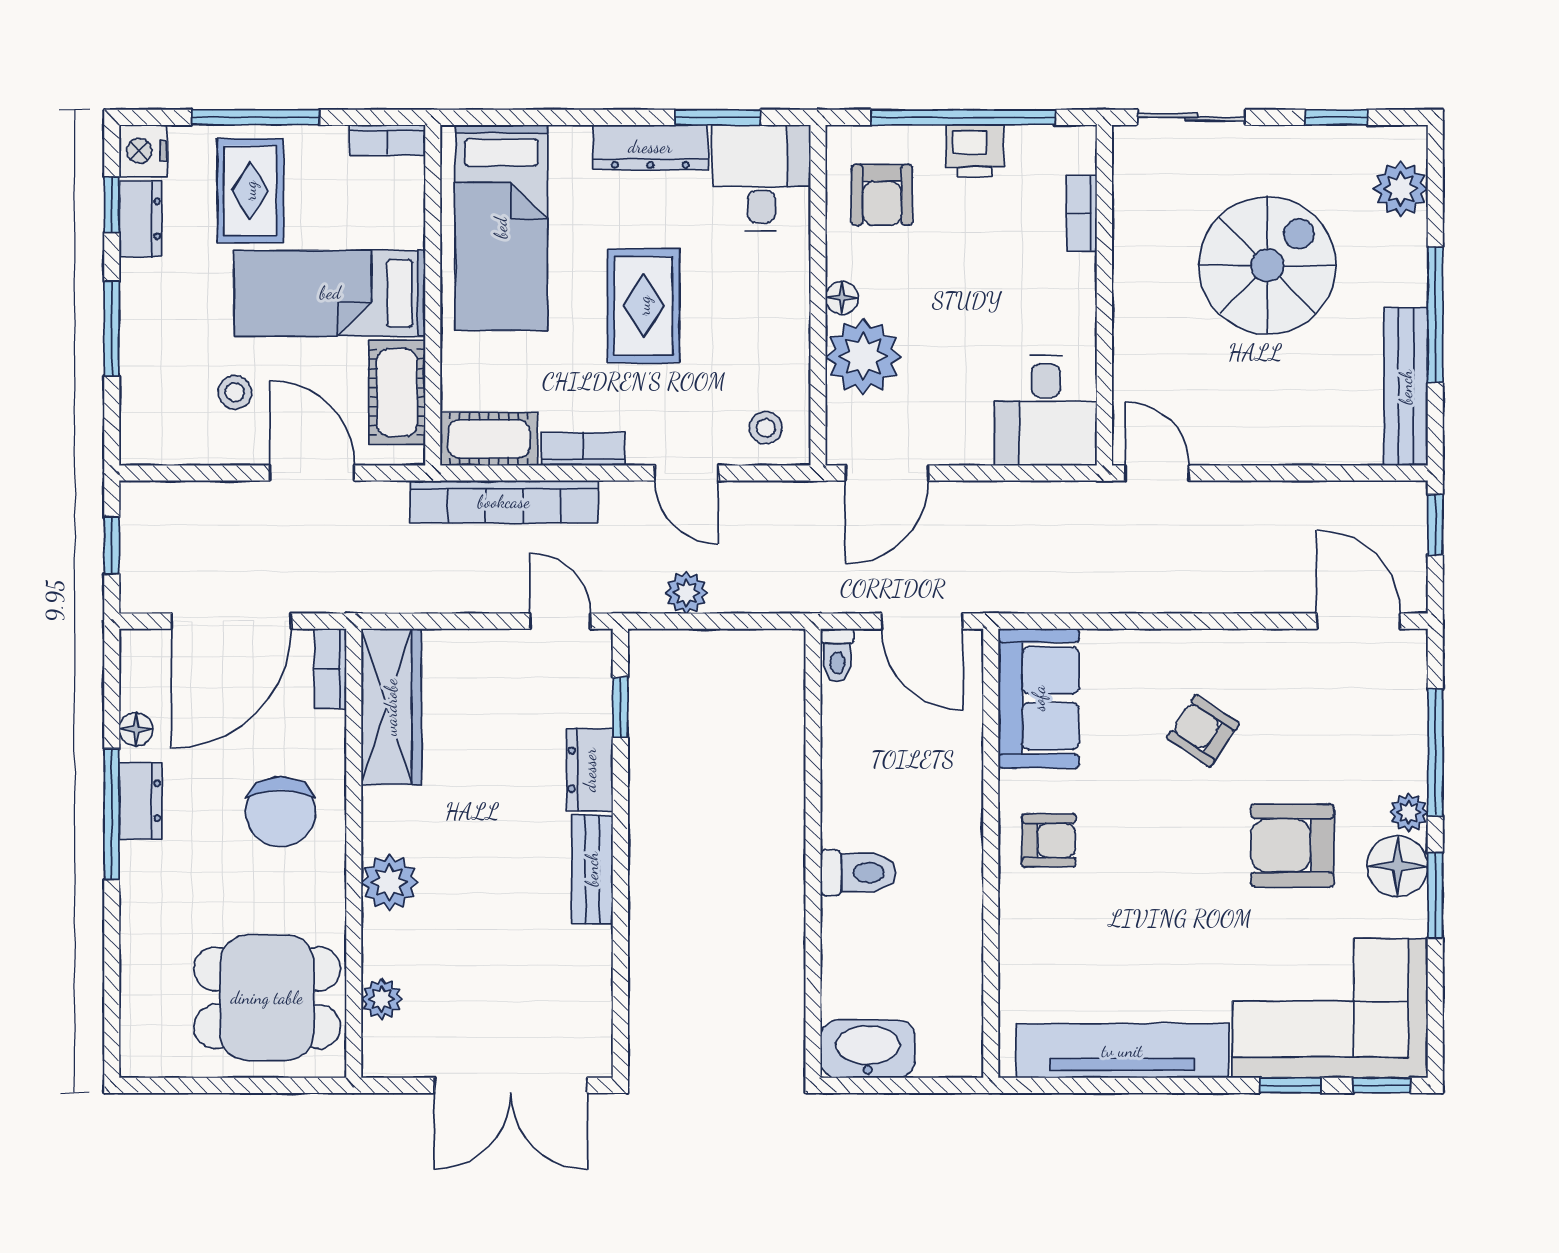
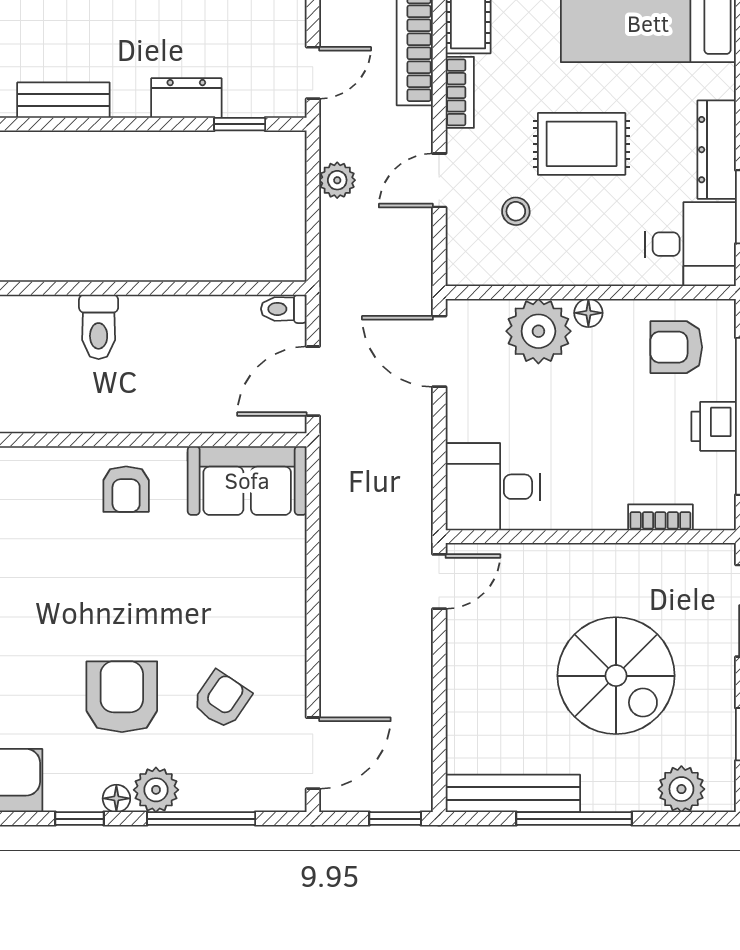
stool: (766, 428) -> (516, 211), moved
armchair: (1203, 731) -> (222, 700), moved
plant: (1409, 812) -> (156, 790), width x1.38, depth x1.38
floor lamp: (1397, 866) -> (116, 798), width x0.53, depth x0.53
bench: (592, 869) -> (63, 100), moved
window: (1435, 895) -> (80, 819), width x0.67

